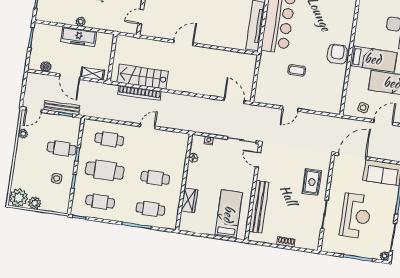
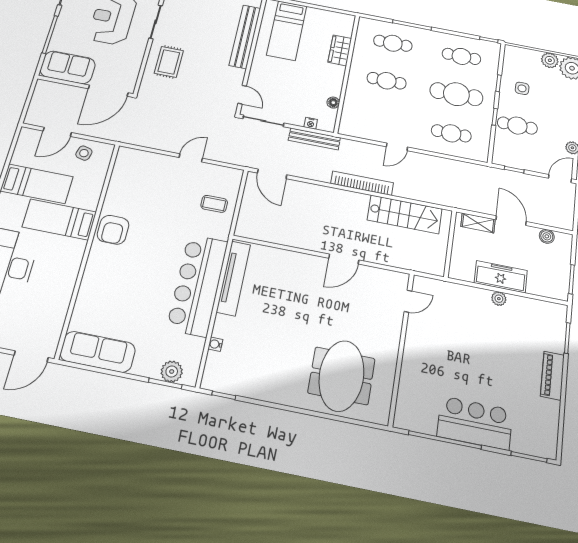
coffee table: (297, 70) -> (214, 204), moved
bookcase: (140, 93) -> (362, 183), moved
bench: (62, 108) -> (314, 139), moved

